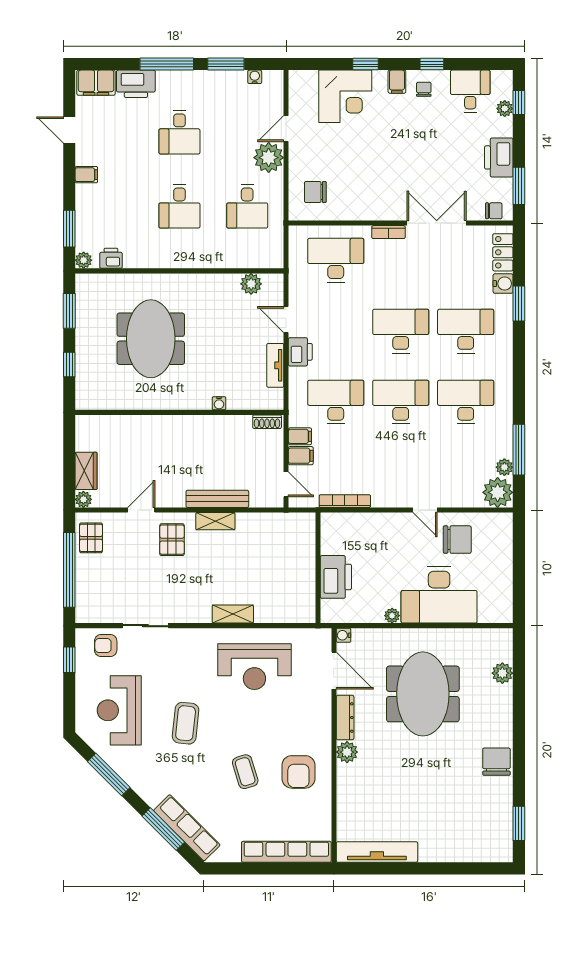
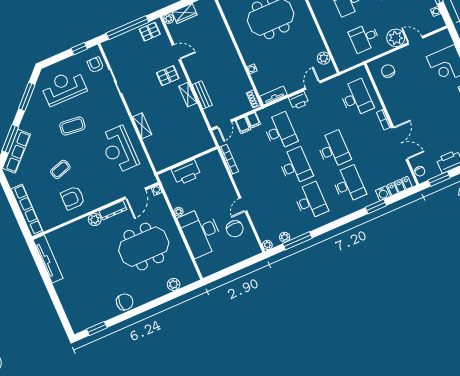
tv unit: (275, 365) -> (273, 95), moved
plant: (498, 492) -> (267, 245), width x0.53, depth x0.53
bench: (217, 499) -> (202, 95), width x0.73

